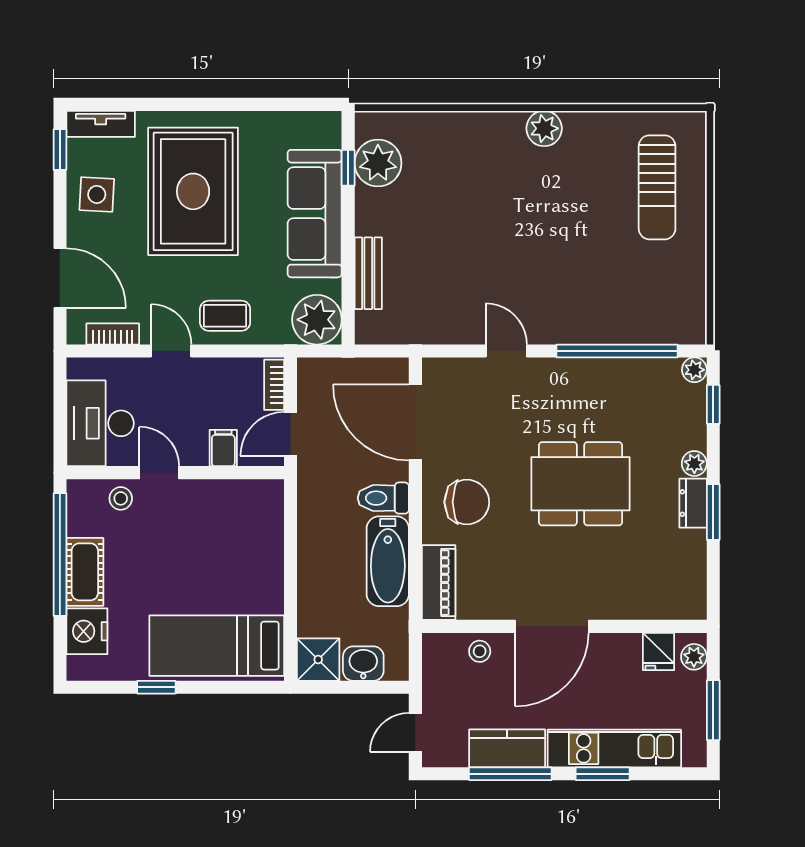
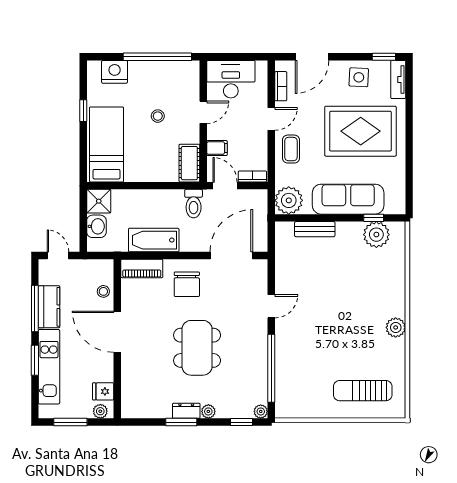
stool: (121, 498) -> (158, 116), moved
toilet: (383, 498) -> (194, 204), moved, turned 180
cot: (85, 572) -> (189, 163), moved, turned 90

